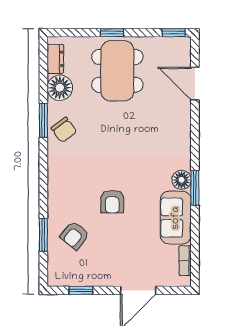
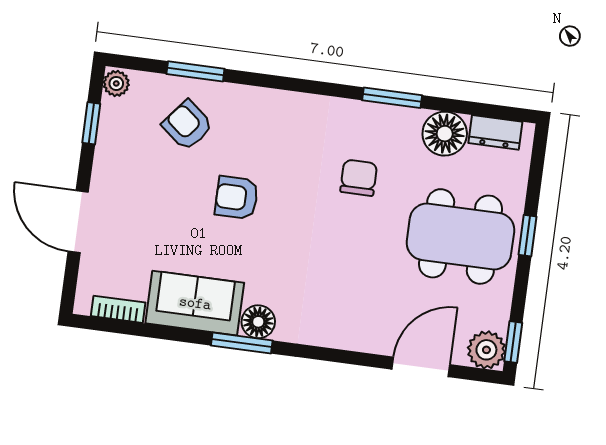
plant: (180, 47) -> (486, 350), added
chair: (64, 130) -> (359, 178), moved, turned 127
plant: (56, 279) -> (116, 83), added

